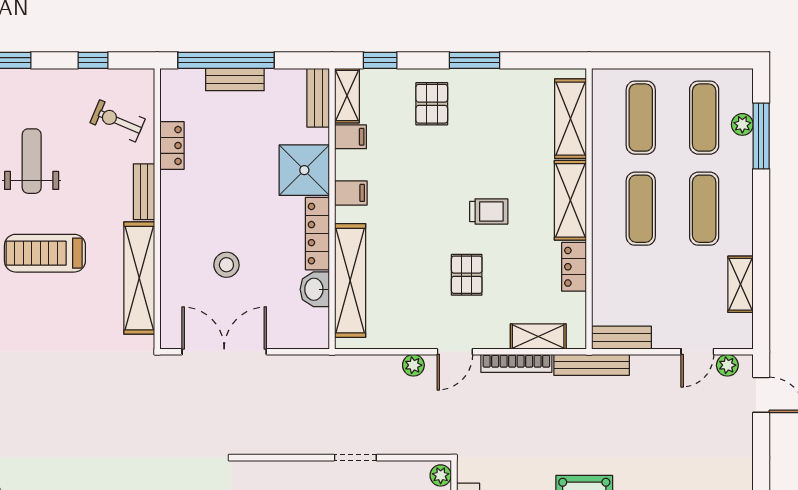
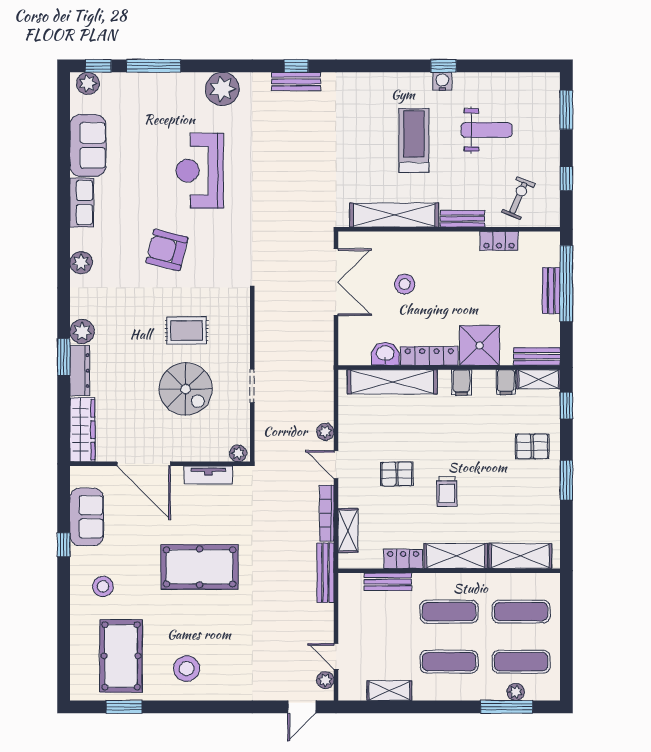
bench: (622, 338) -> (388, 582), moved, turned 90

